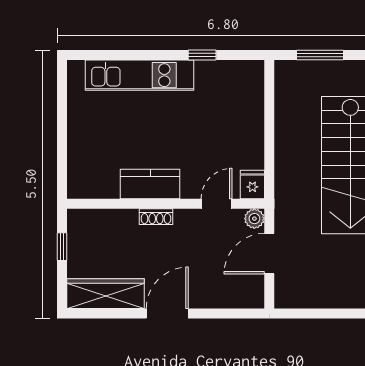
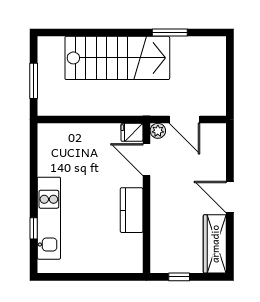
window: (202, 55) -> (34, 228), moved
door: (217, 204) -> (147, 160), width x1.38
shoe rack: (156, 217) -> (156, 206), removed

